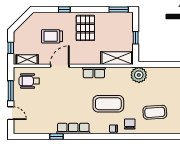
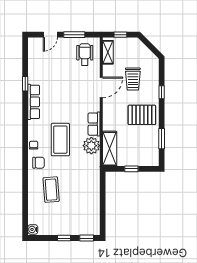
window: (119, 10) -> (162, 139), moved
trolley: (52, 36) -> (133, 79), turned 180
door: (60, 66) -> (101, 87), hinge flipped
plant: (139, 75) -> (91, 146), moved

